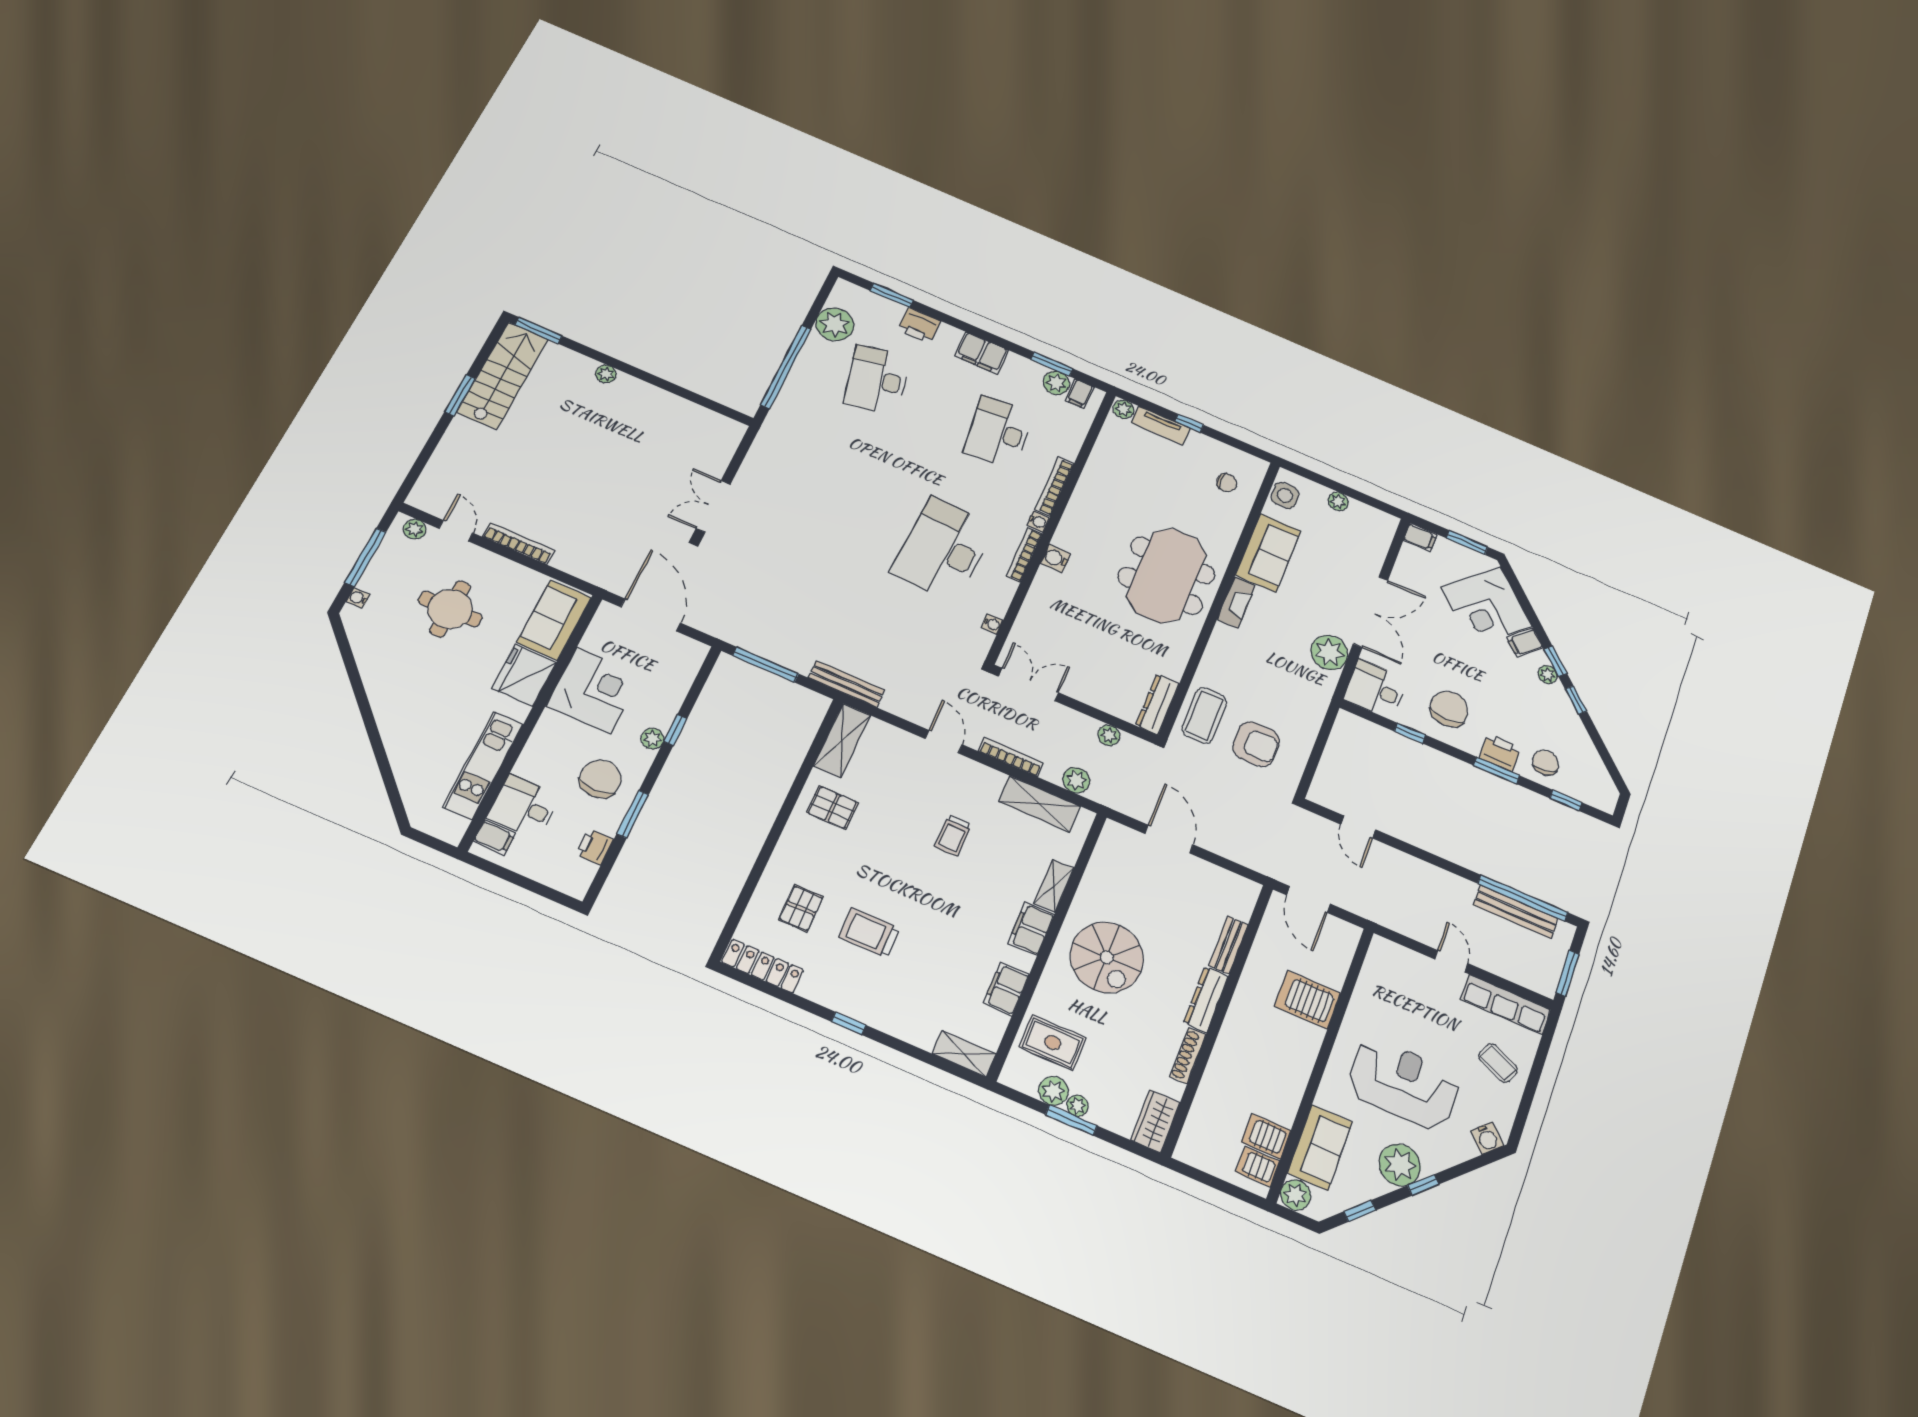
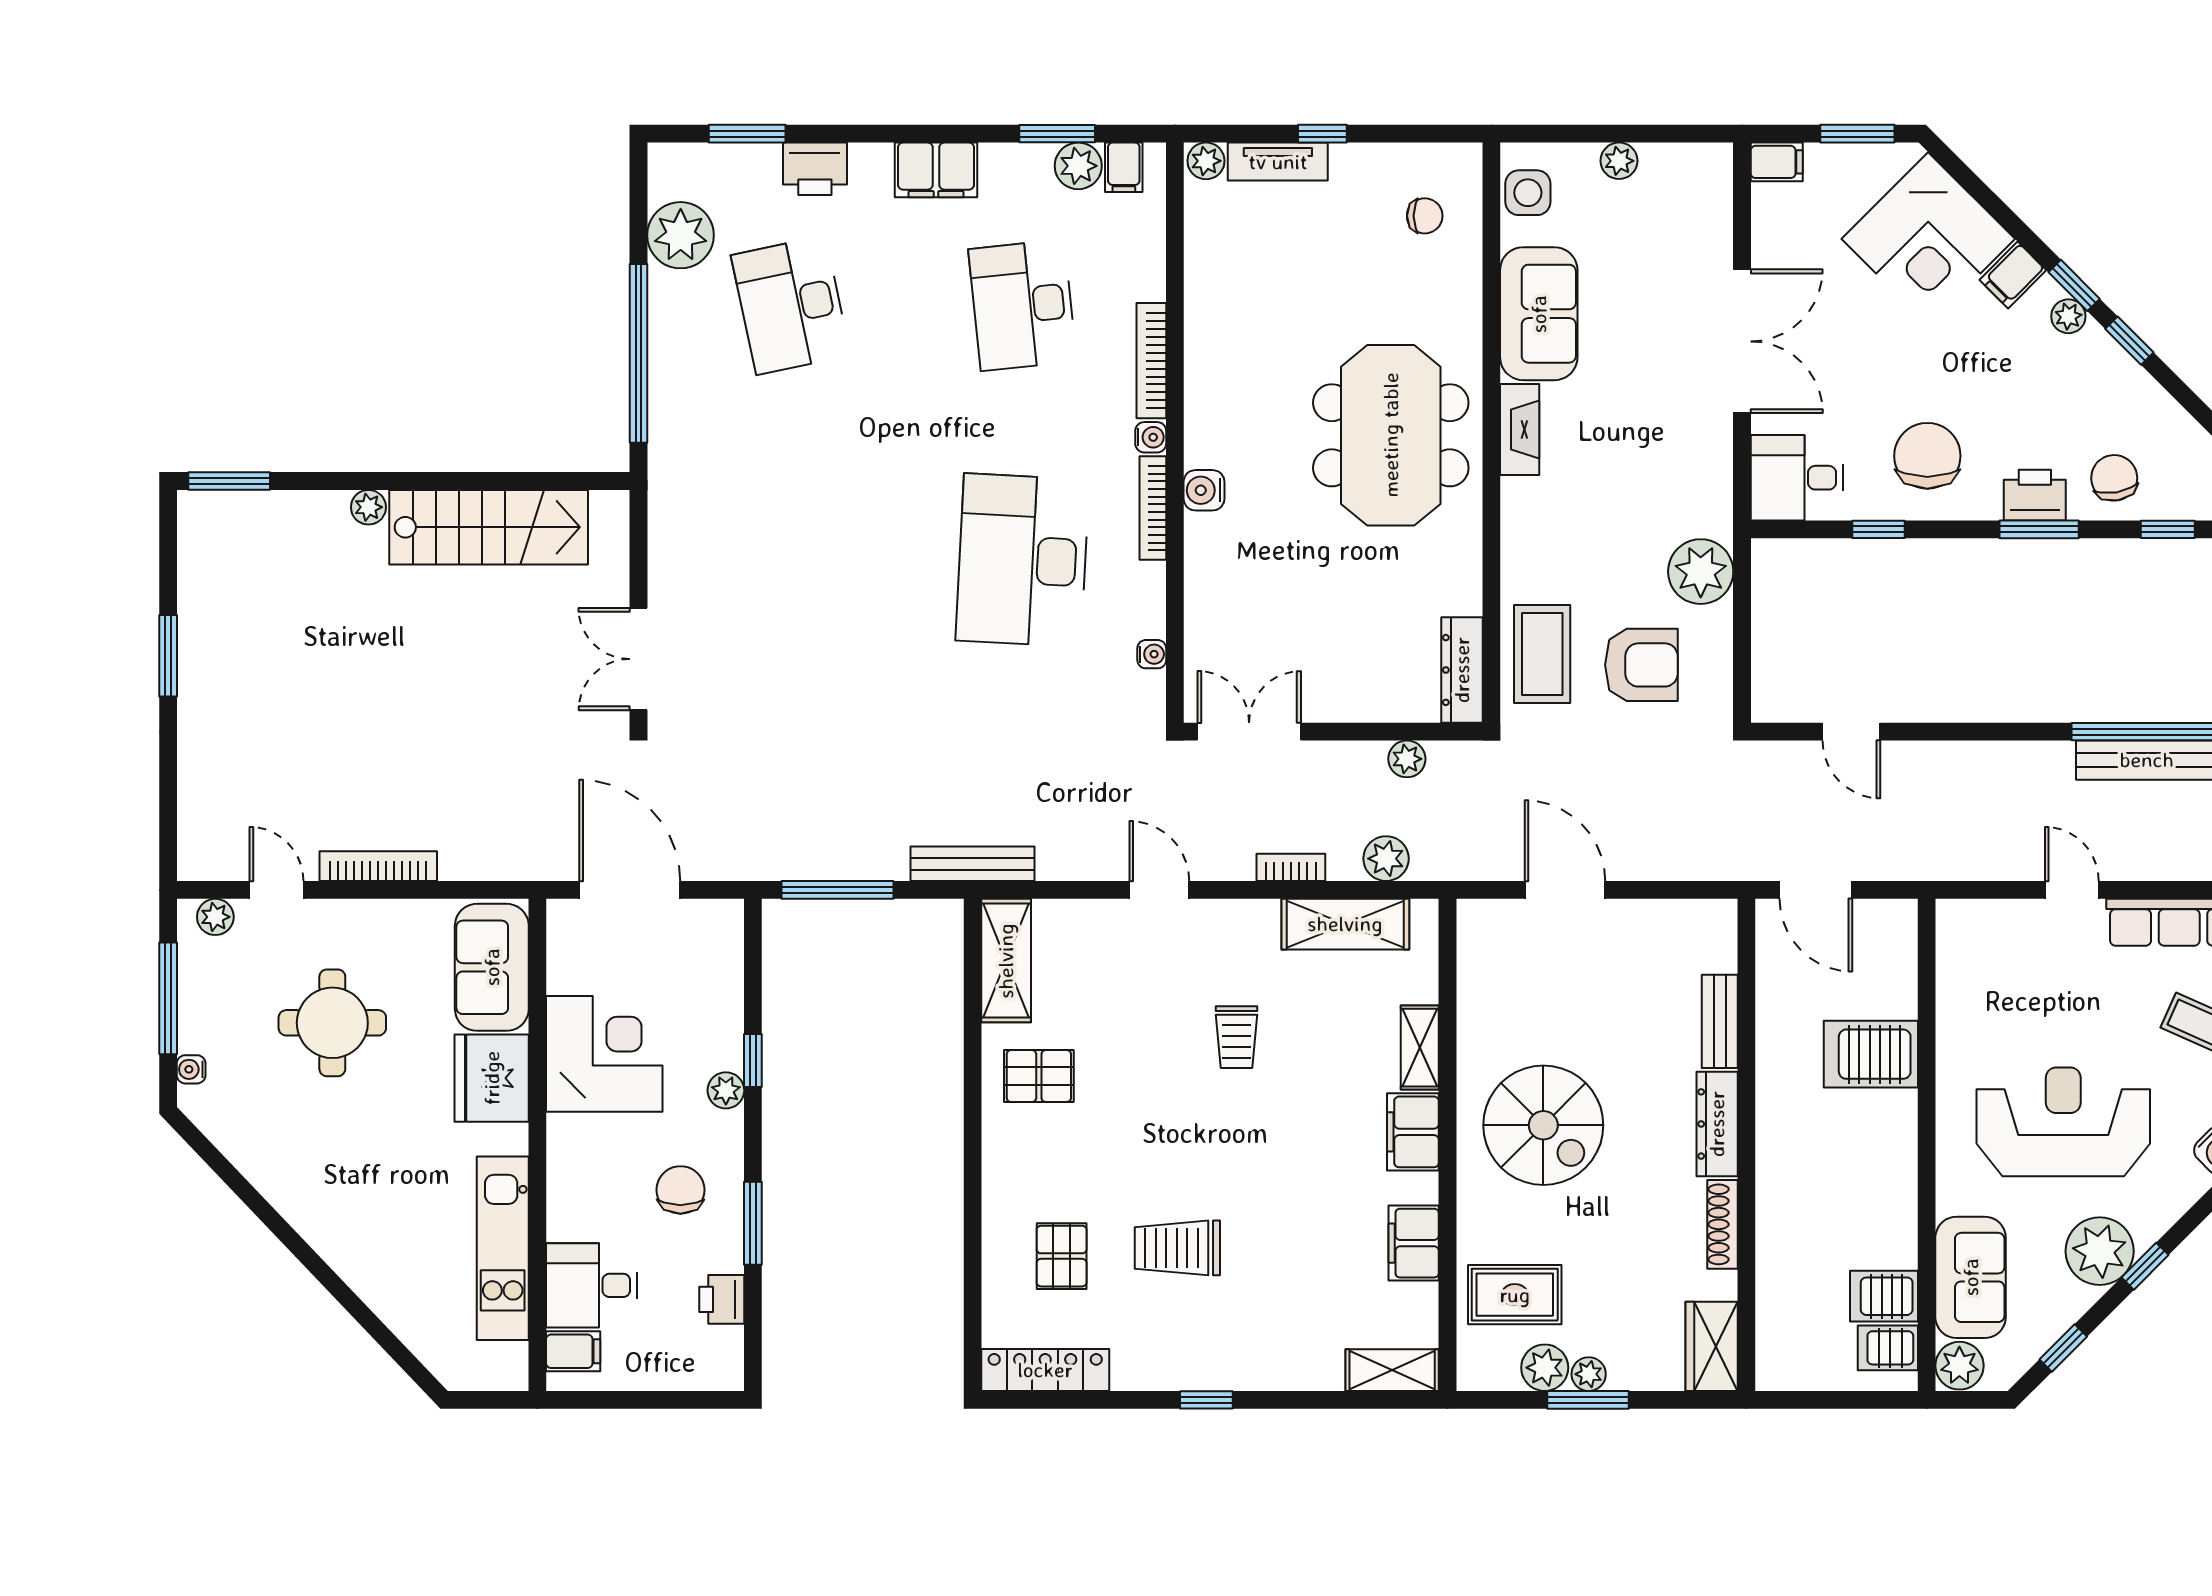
stairs: (503, 376) -> (489, 527), moved, turned 90
plant: (1329, 653) -> (1701, 572), moved
bookcase: (1011, 757) -> (1291, 867), width x0.64
chair: (600, 779) -> (680, 1190), width x0.73, depth x0.73

